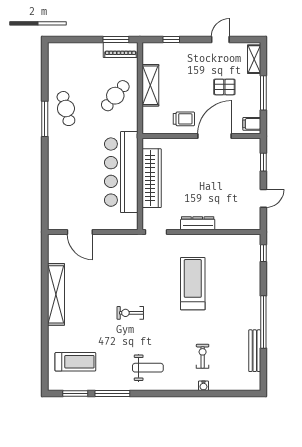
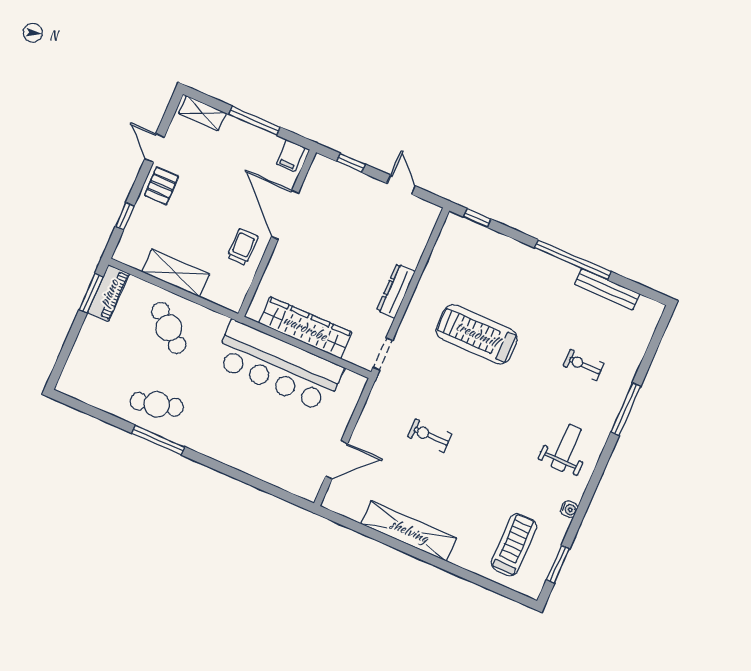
pallet: (224, 87) -> (161, 186), moved
exercise bike: (130, 313) -> (430, 436), moved, turned 90
water cooler: (203, 386) -> (569, 509), moved
window: (112, 394) -> (626, 409), moved

